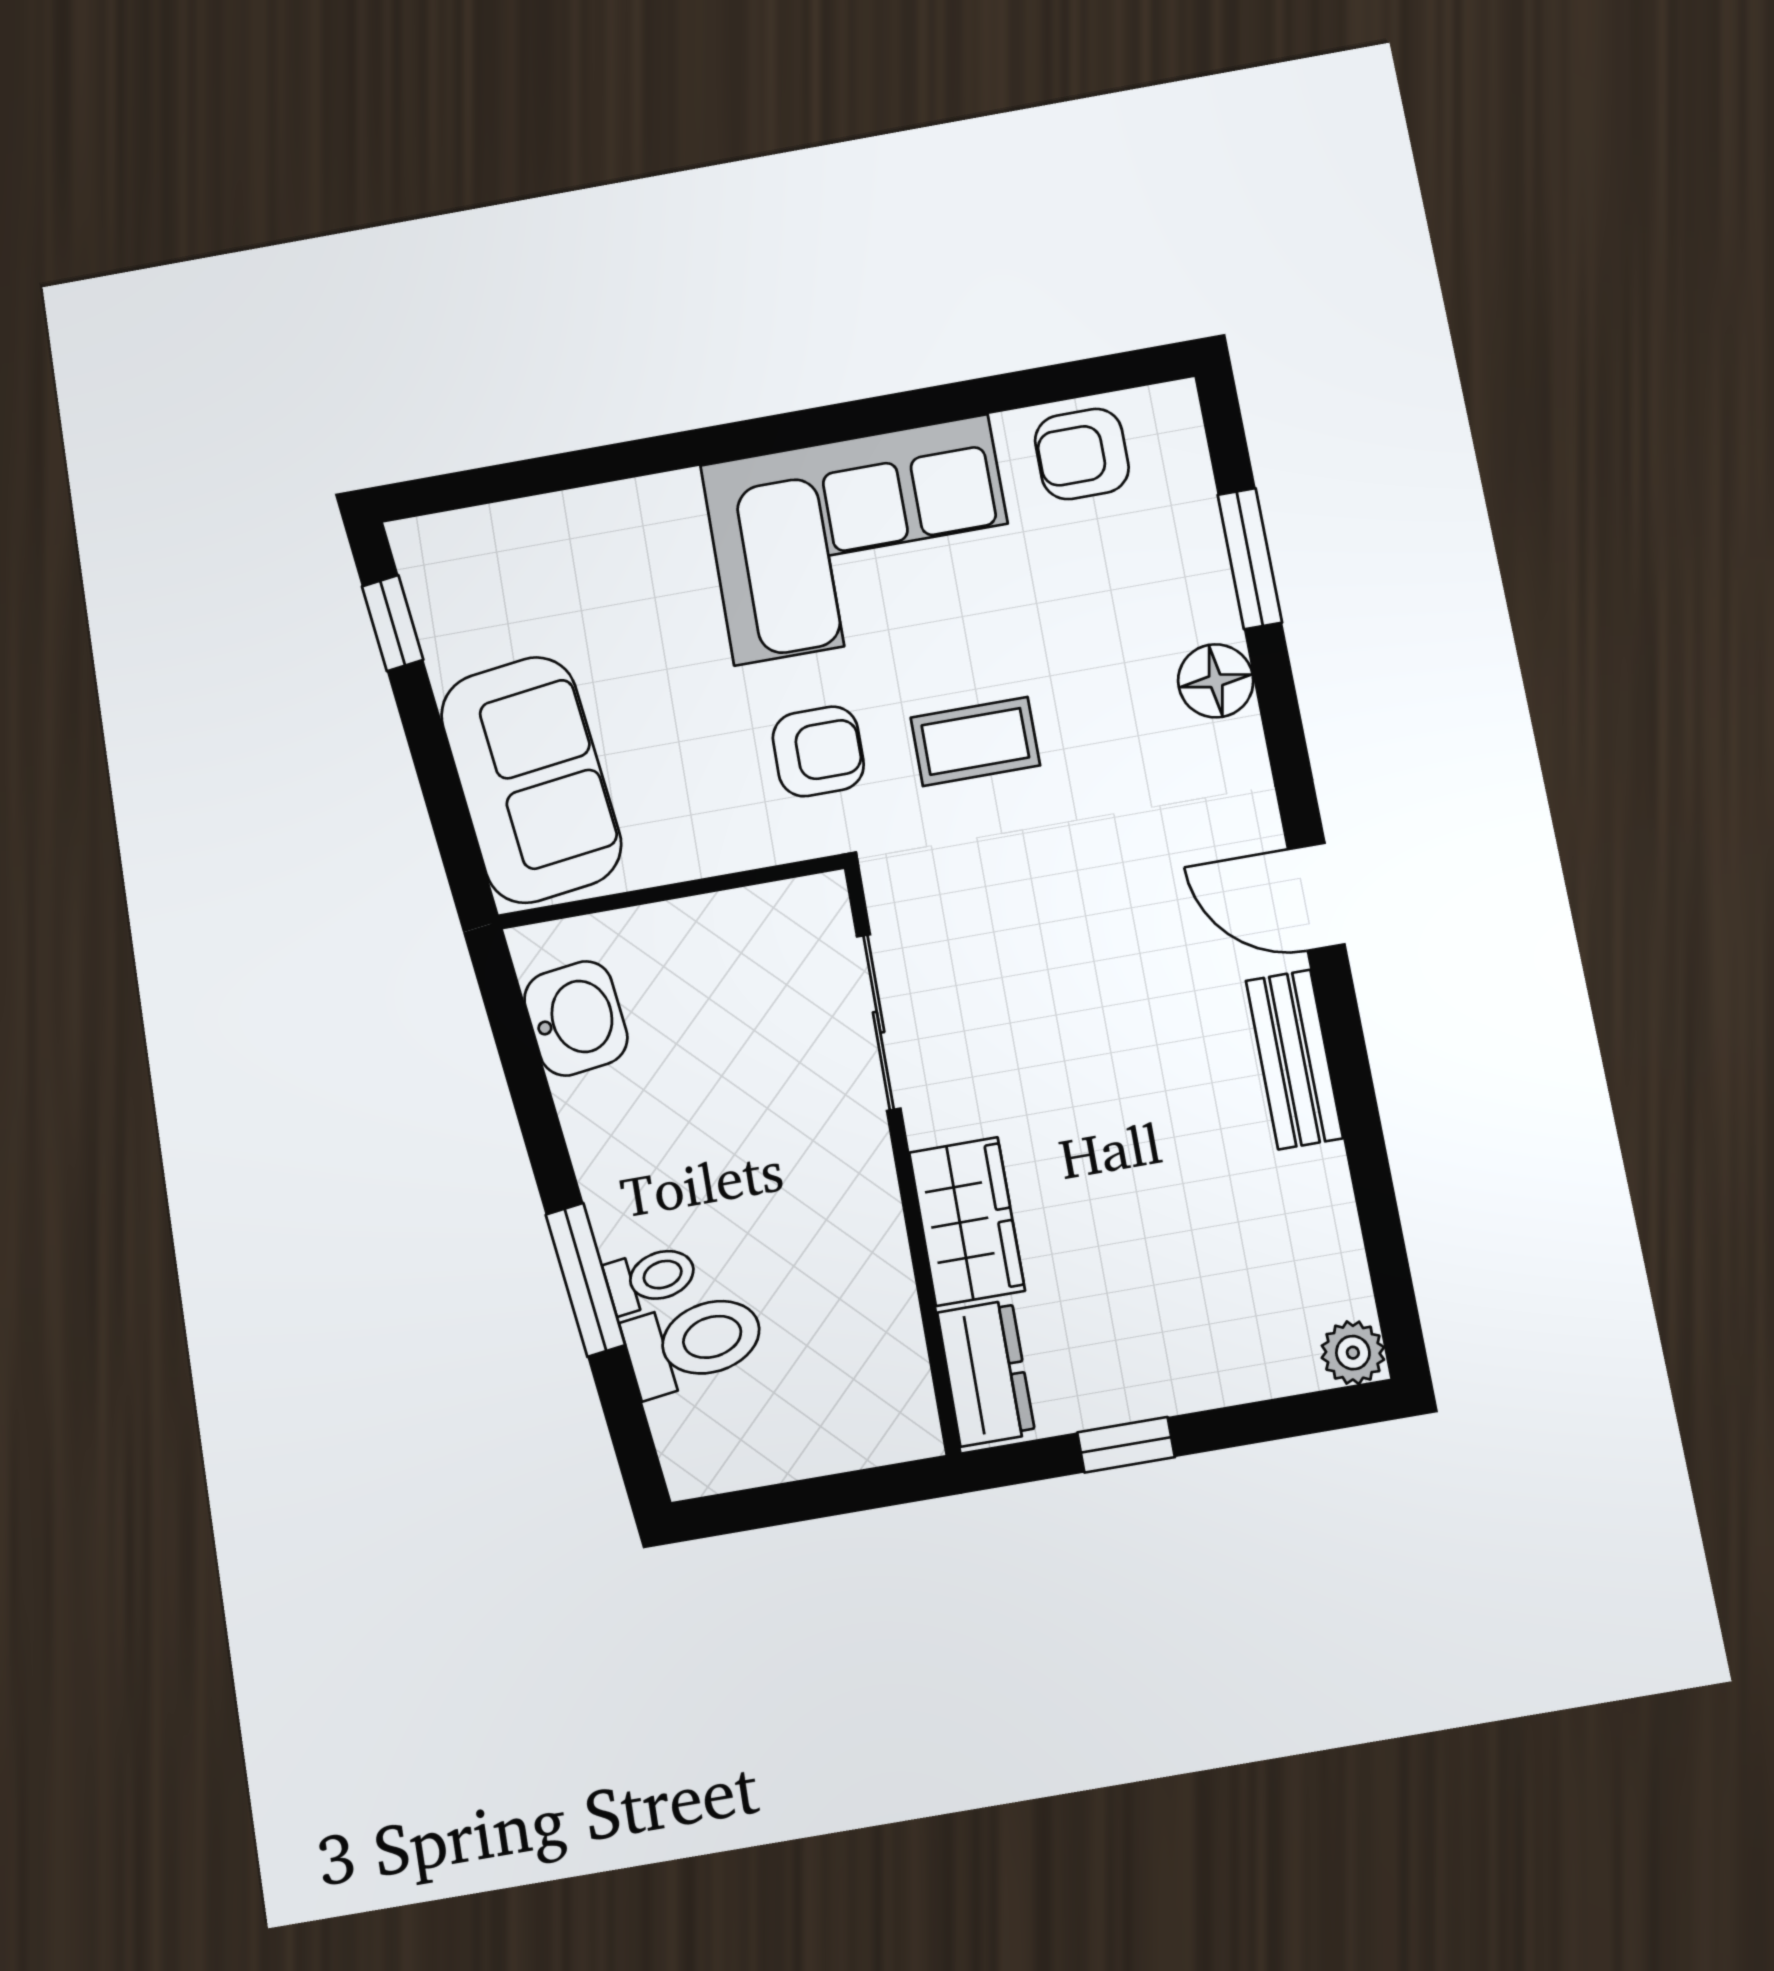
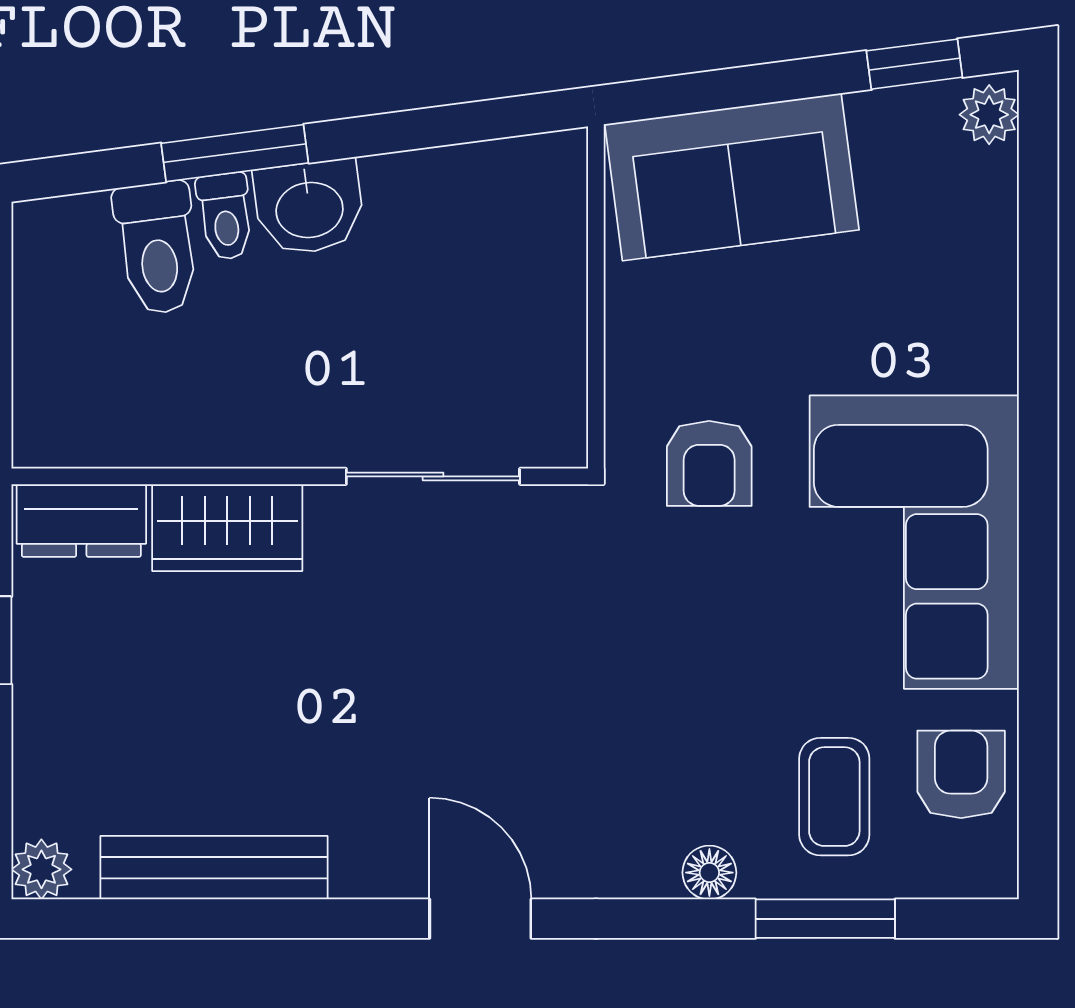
plant: (431, 543) -> (989, 115), added
floor lamp: (1216, 681) -> (709, 873), width x0.73, depth x0.73
coffee table: (975, 741) -> (834, 797), moved
door: (1316, 897) -> (480, 919), hinge flipped
washbasin: (576, 1018) -> (309, 207), moved
bench: (1294, 1059) -> (214, 868), moved, width x1.36

